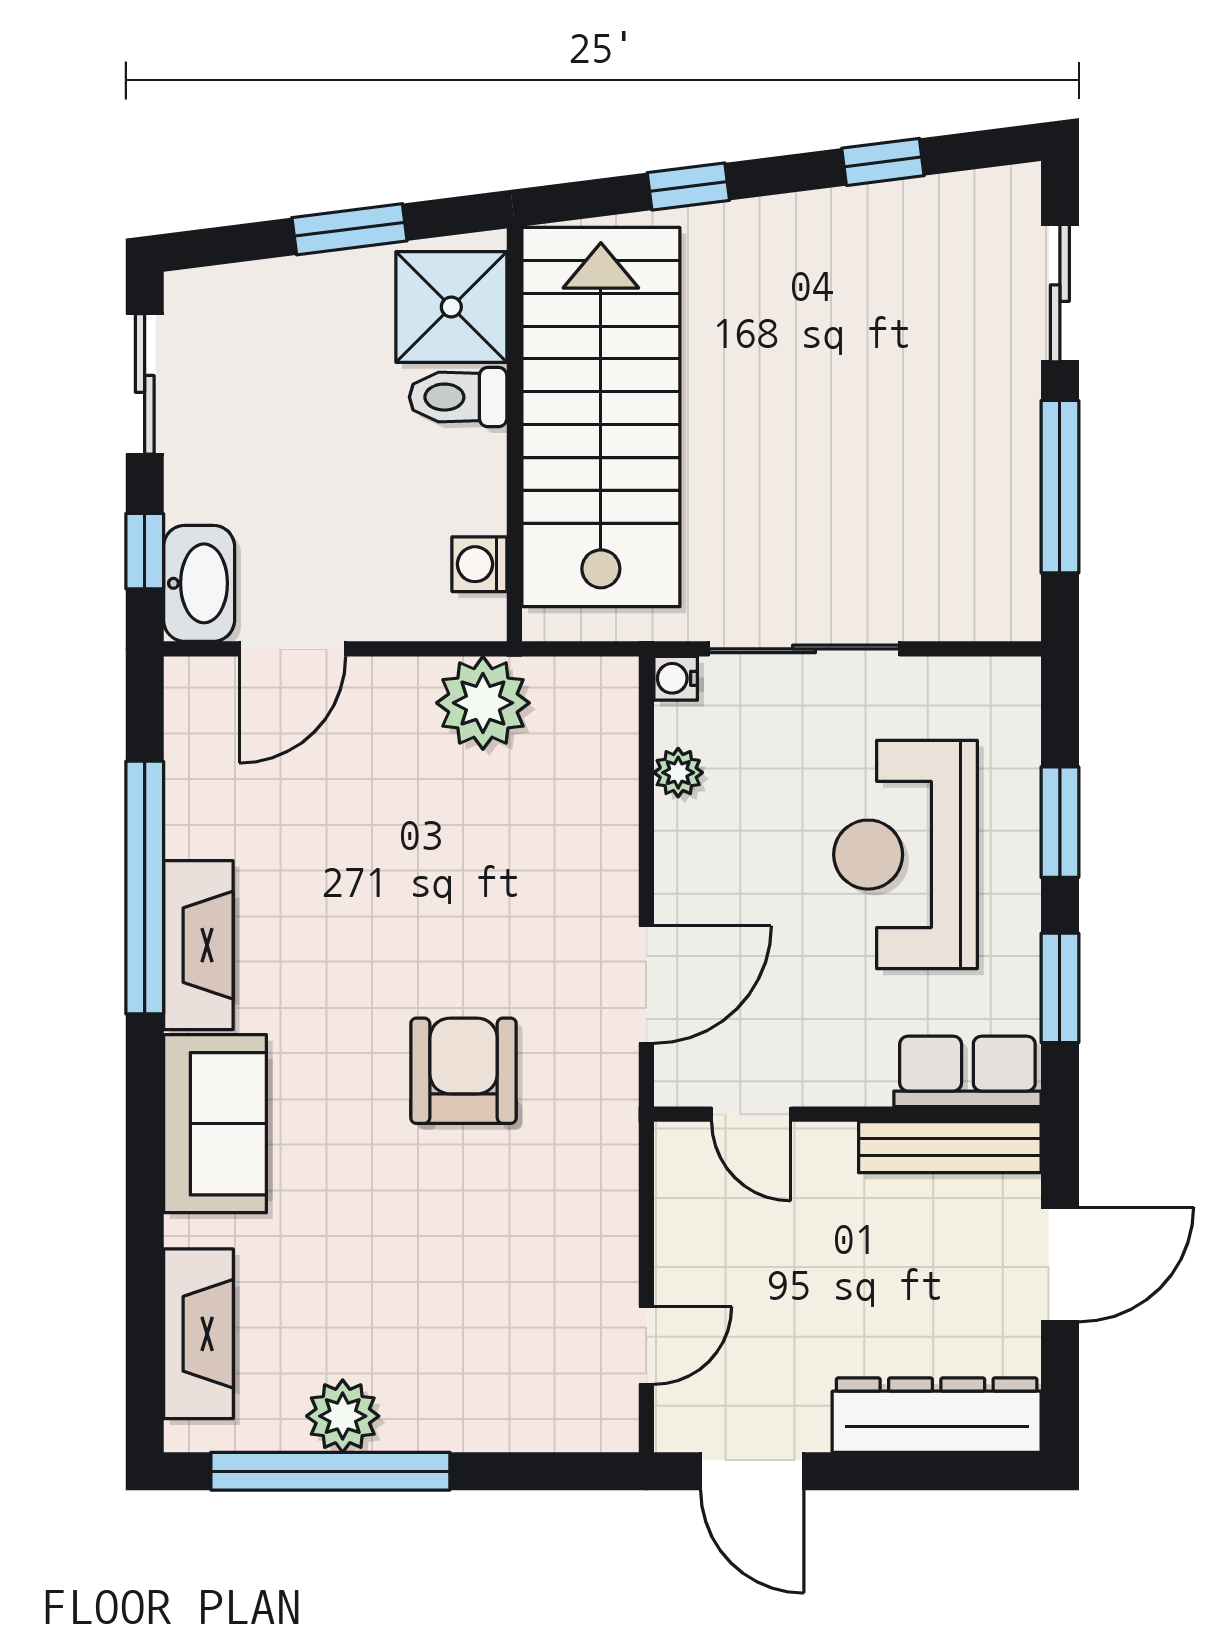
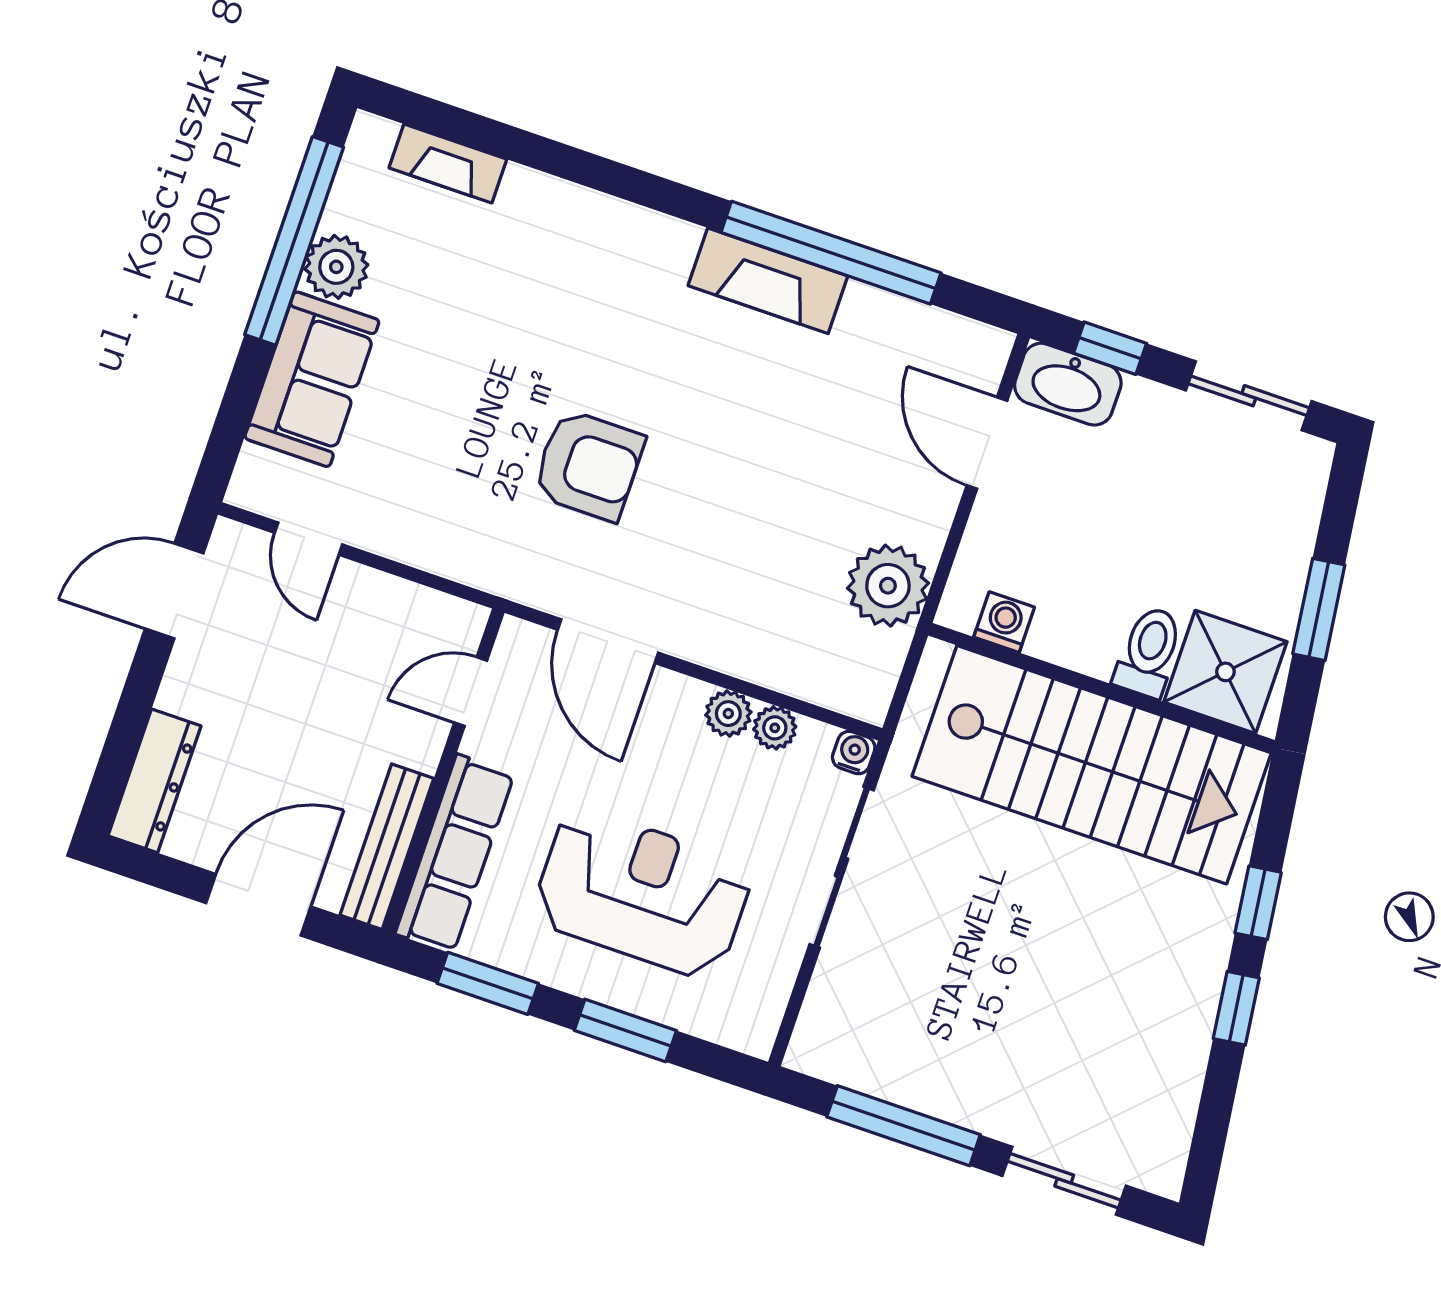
window: (883, 162) -> (1236, 1008), moved
plant: (680, 828) -> (728, 714), added
row of seats: (967, 1071) -> (455, 854), width x1.48
sofa: (215, 1124) -> (312, 379), moved, turned -90
door: (1060, 1264) -> (258, 905), swing flipped
fireplace: (198, 1334) -> (448, 164), width x0.73, depth x0.76
dresser: (937, 1415) -> (154, 781), width x0.73, depth x0.80

